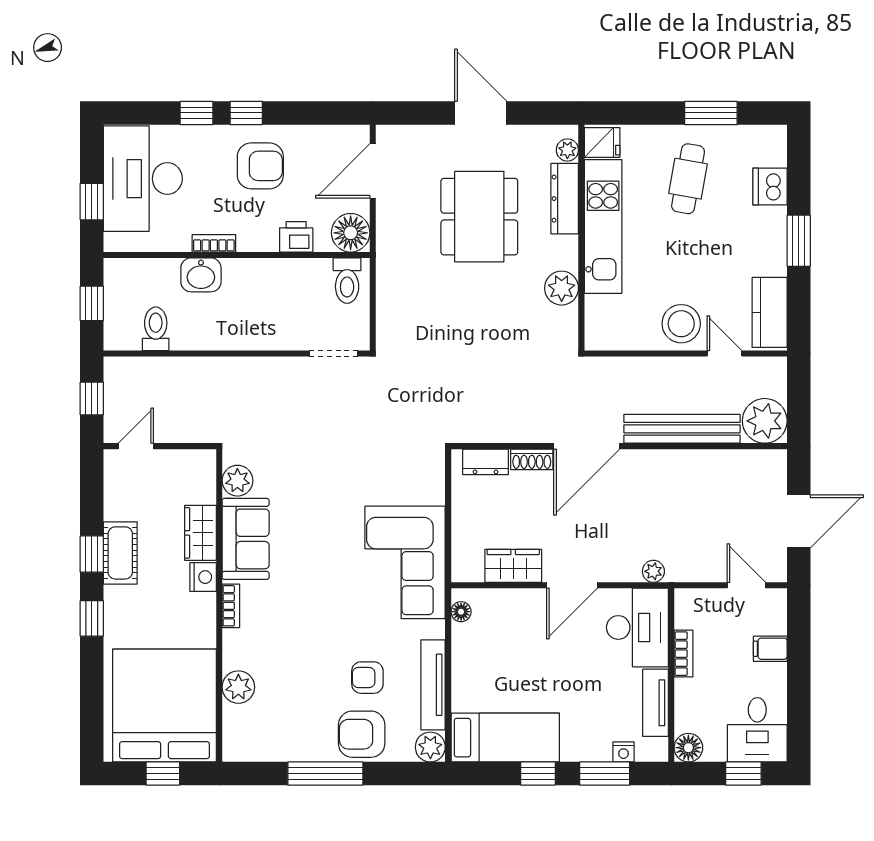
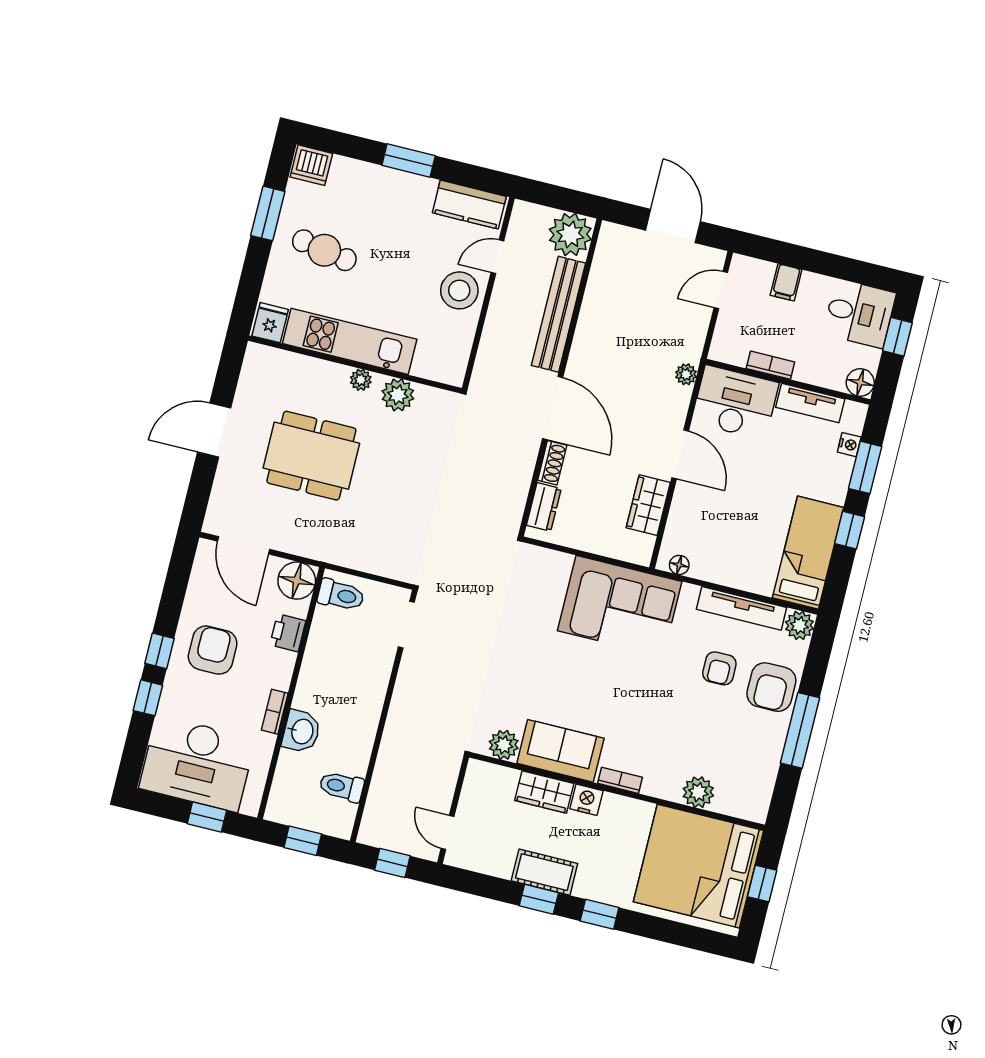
plant: (567, 150) -> (361, 380), moved
dishwasher: (770, 187) -> (311, 165), moved
dresser: (565, 199) -> (314, 371), removed

